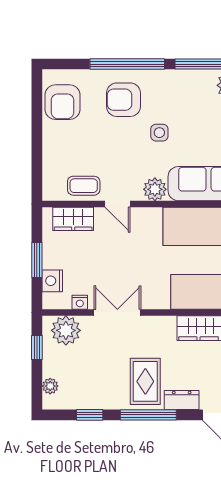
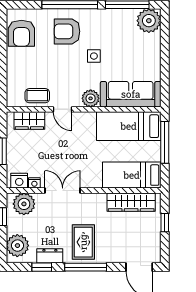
nightstand: (52, 281) -> (19, 181), moved, turned -90
plant: (50, 386) -> (17, 246), width x1.88, depth x1.88
dresser: (182, 400) -> (50, 256), moved

